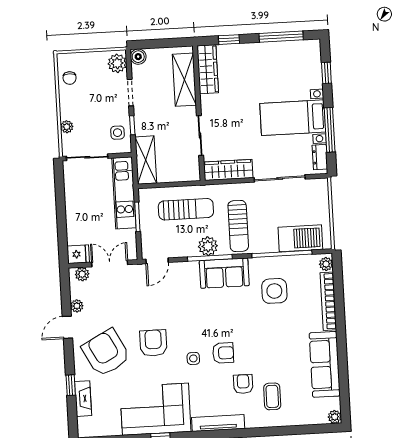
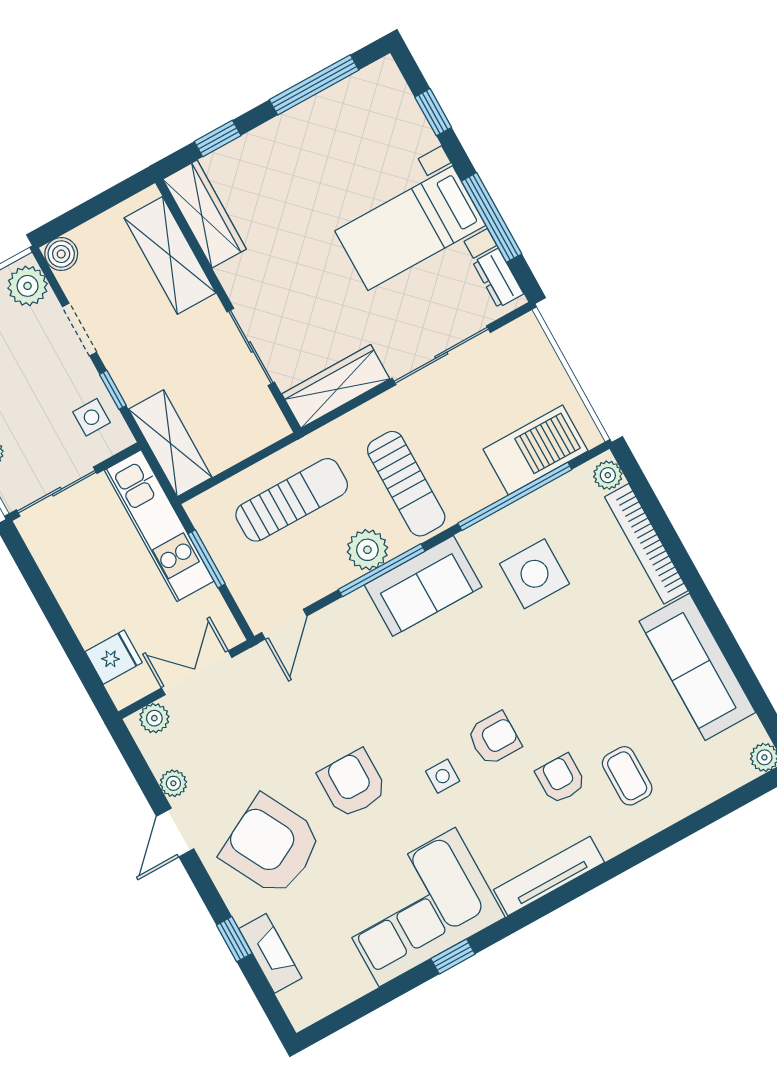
fridge: (78, 254) -> (114, 657), moved

